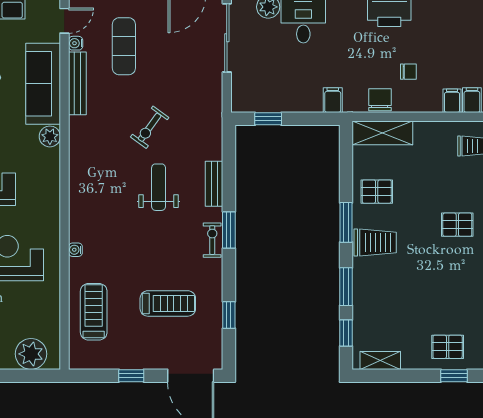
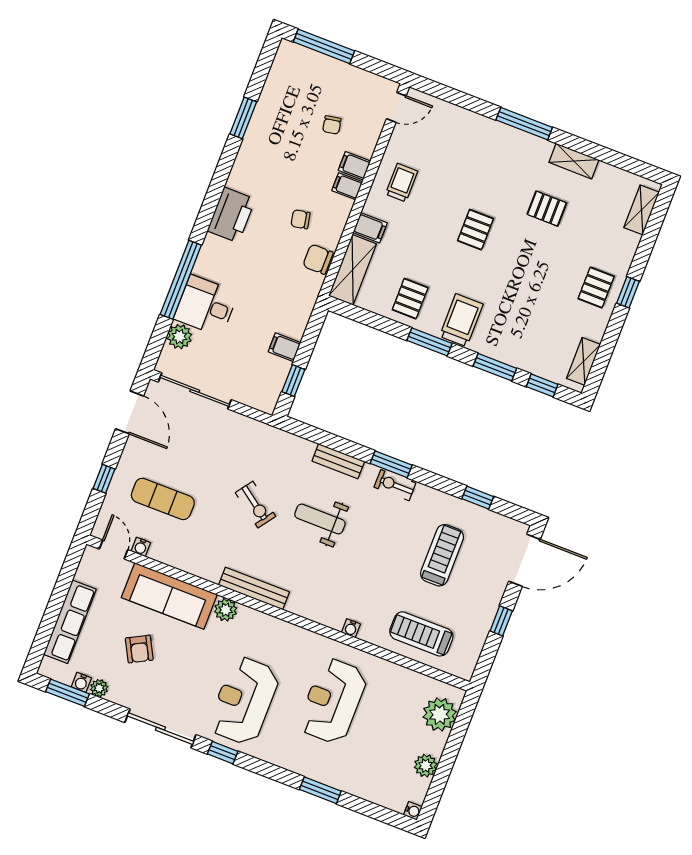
chair: (408, 72) -> (301, 219), turned -101
bench: (77, 83) -> (254, 588), moved
filing cabinet: (333, 100) -> (284, 347), moved
filing cabinet: (424, 134) -> (370, 228), added

